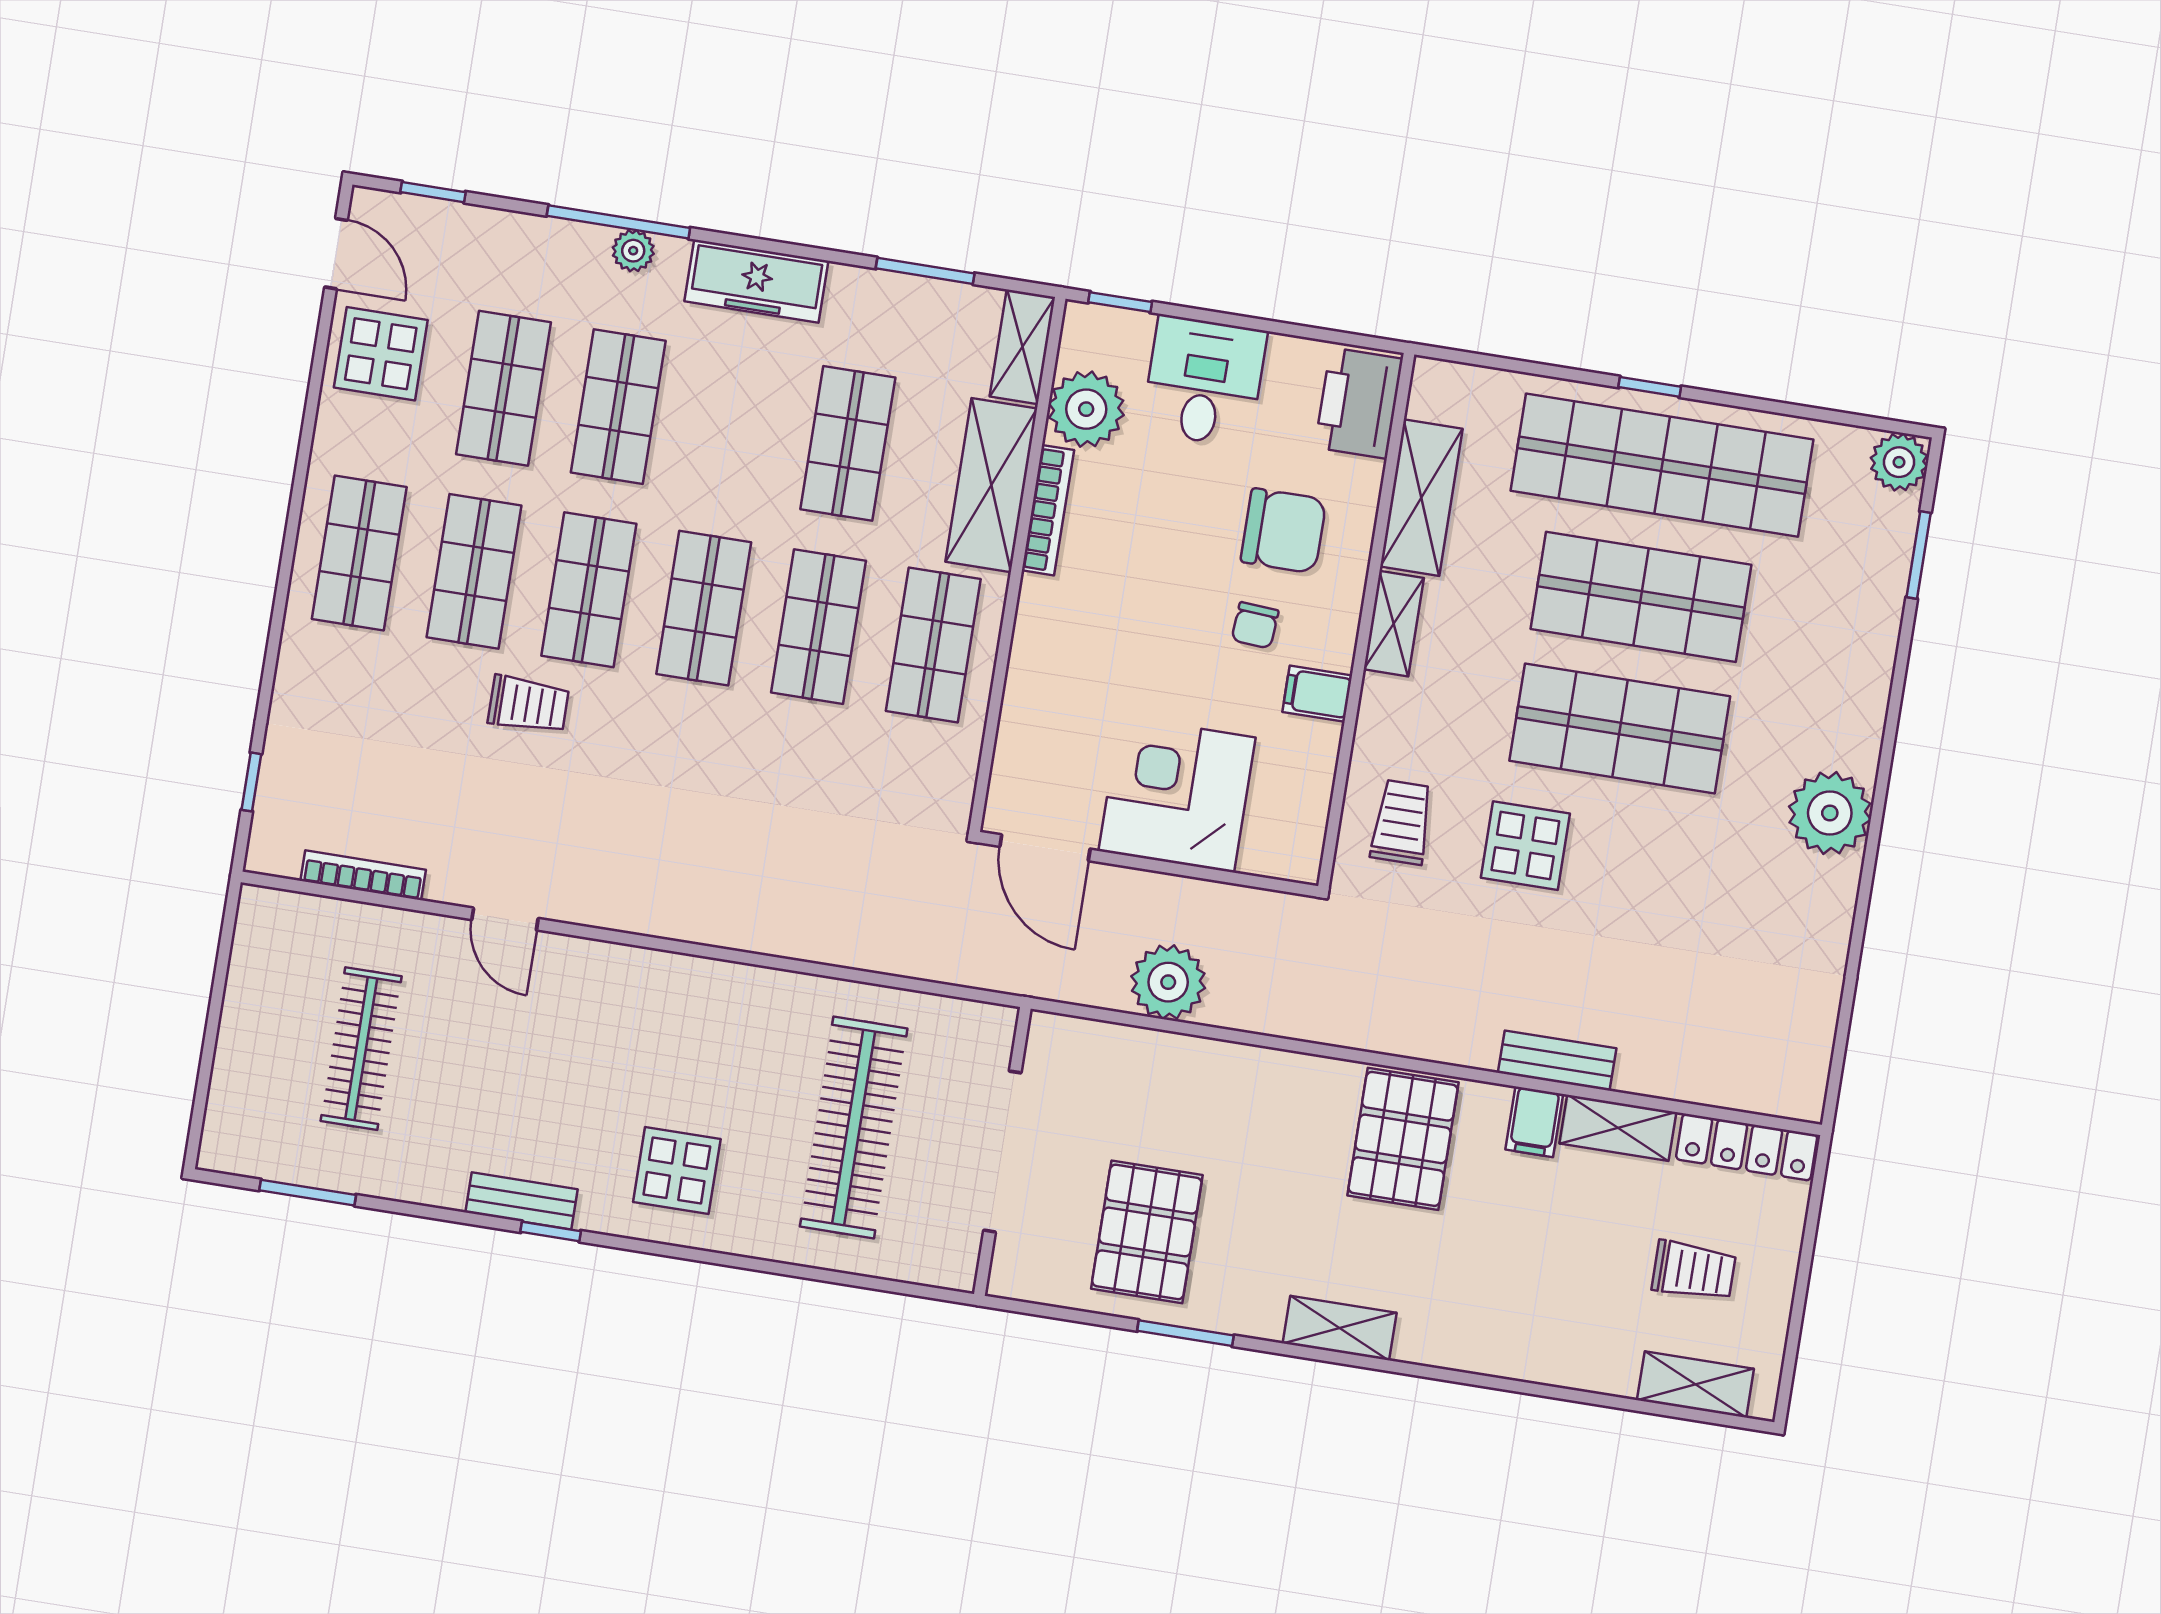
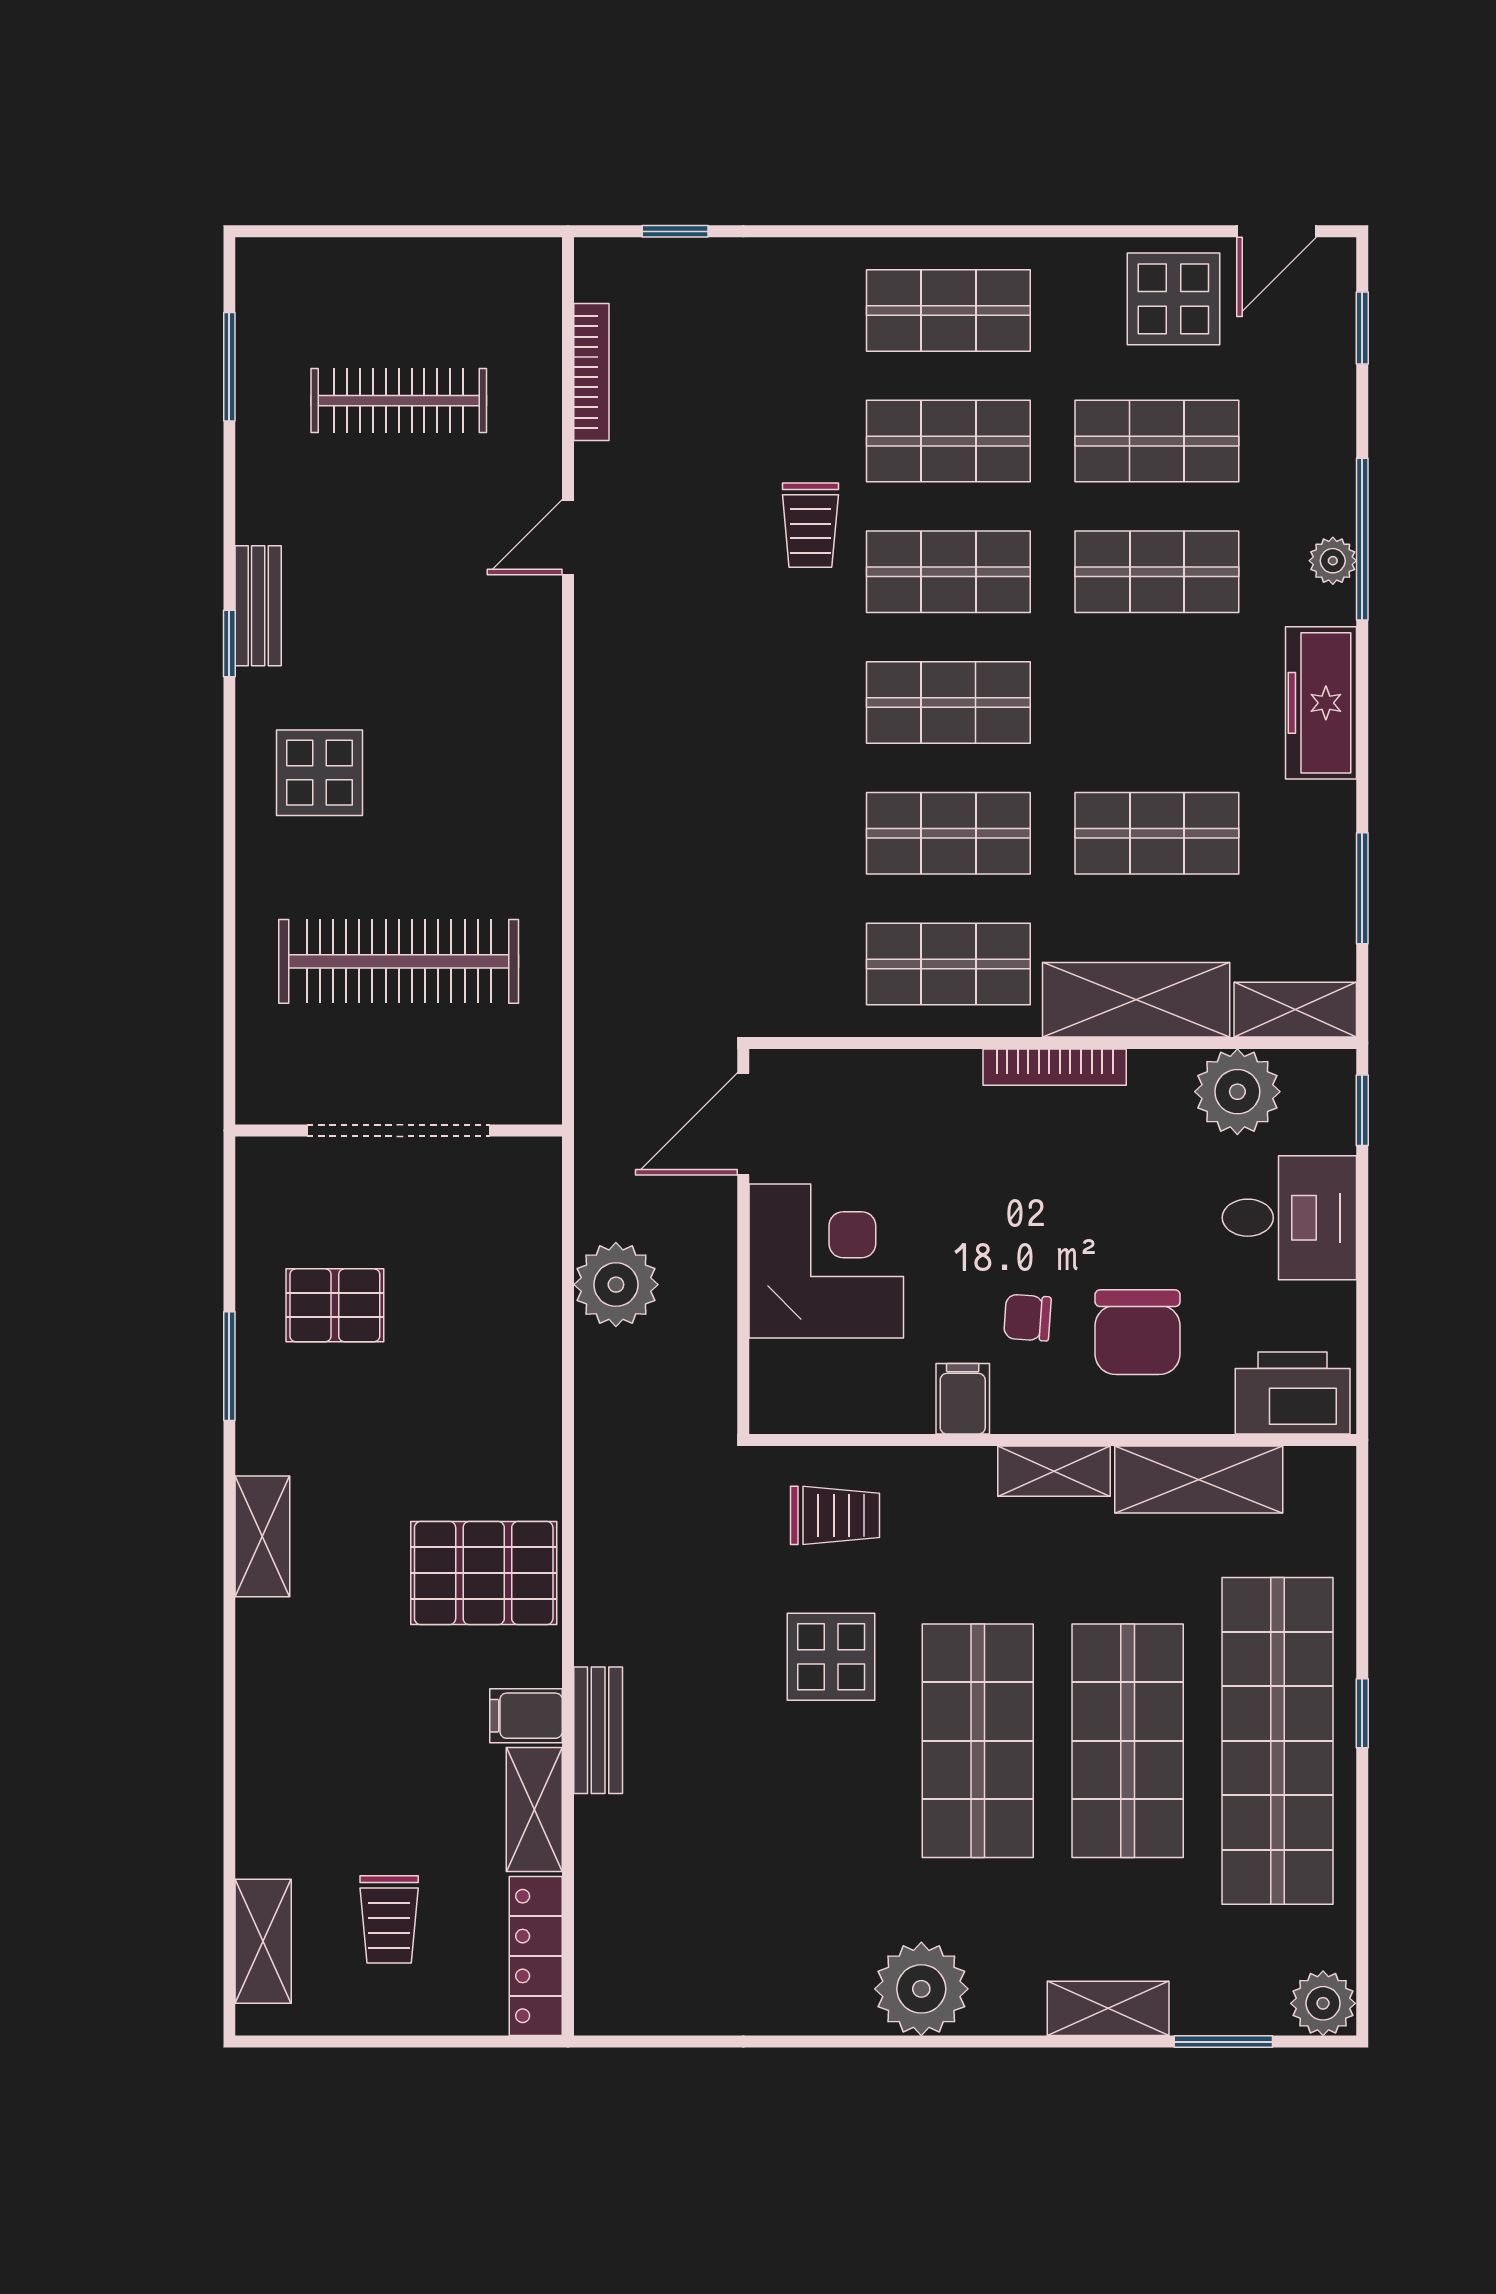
bookcase: (1048, 510) -> (1055, 1067), moved
shelving: (1873, 652) -> (1108, 2008), added
pallet: (1147, 1232) -> (335, 1305), width x0.67, depth x0.71

